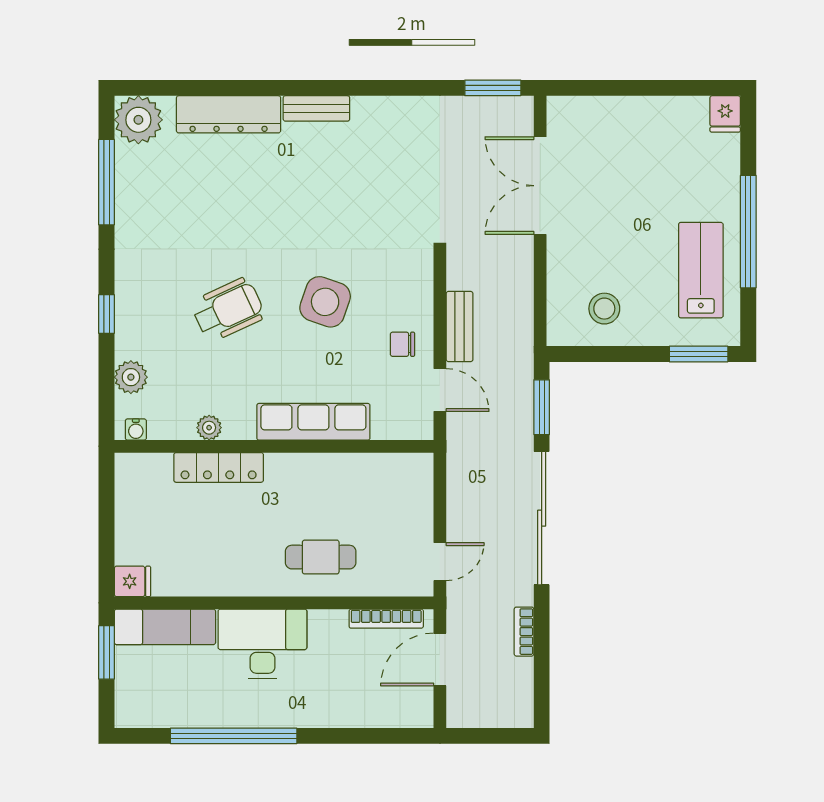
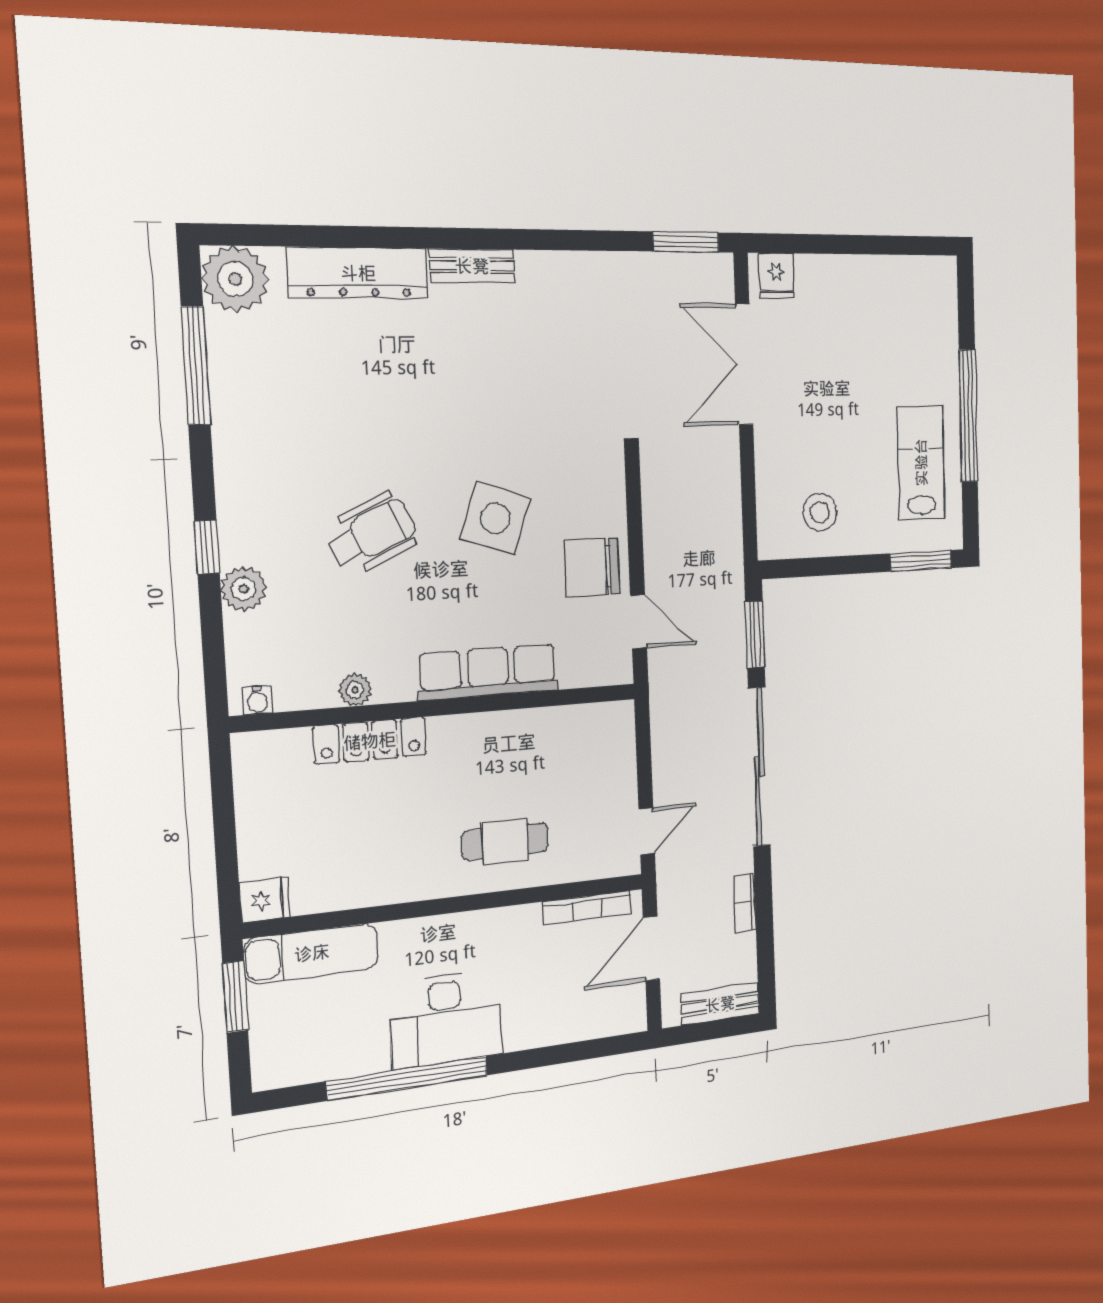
fridge: (725, 114) -> (776, 276), moved
bench: (460, 326) -> (720, 1004), moved, turned 90
chair: (402, 344) -> (592, 567), width x1.87, depth x1.87
plant: (131, 377) -> (244, 589), moved
desk: (262, 644) -> (446, 1019), moved, turned 180

